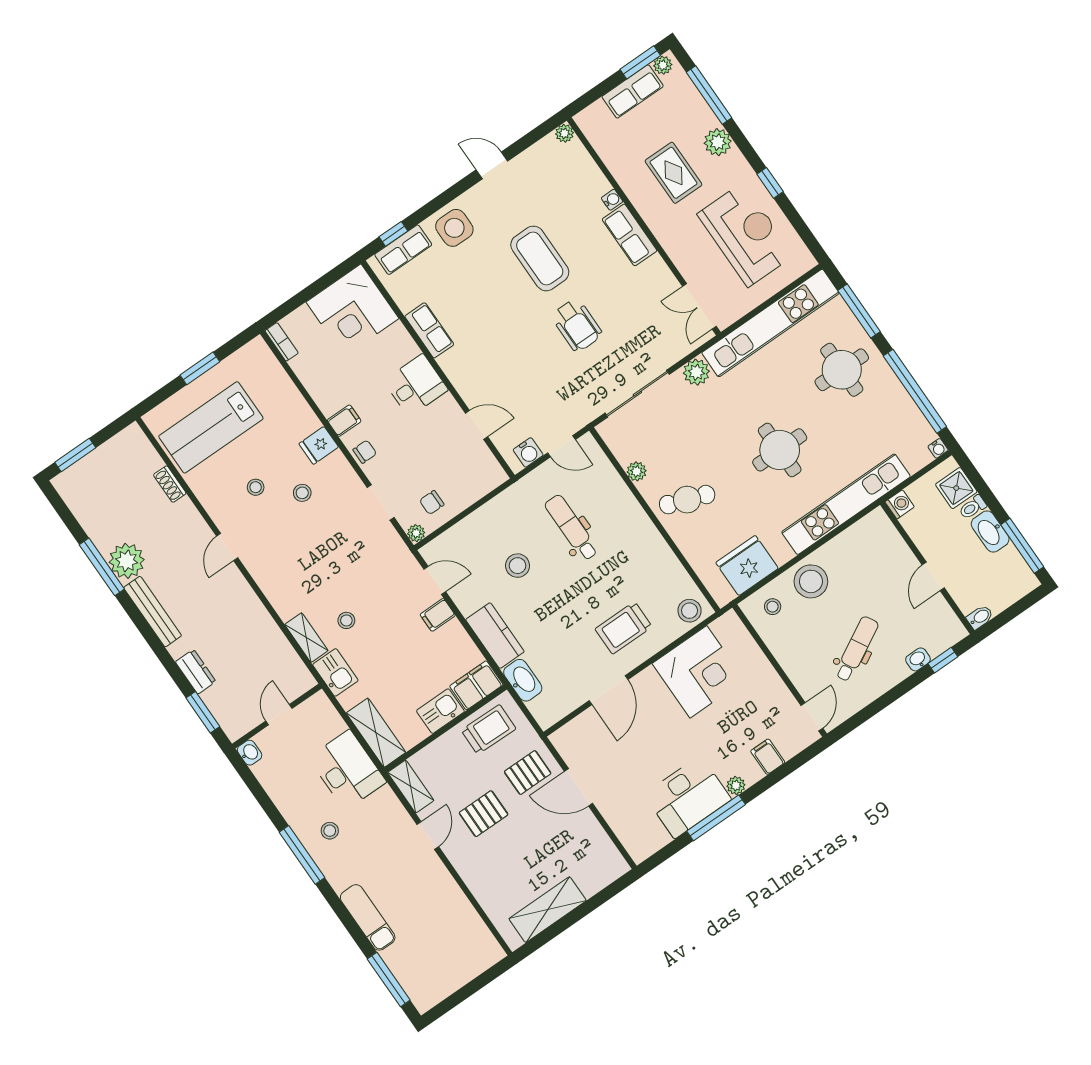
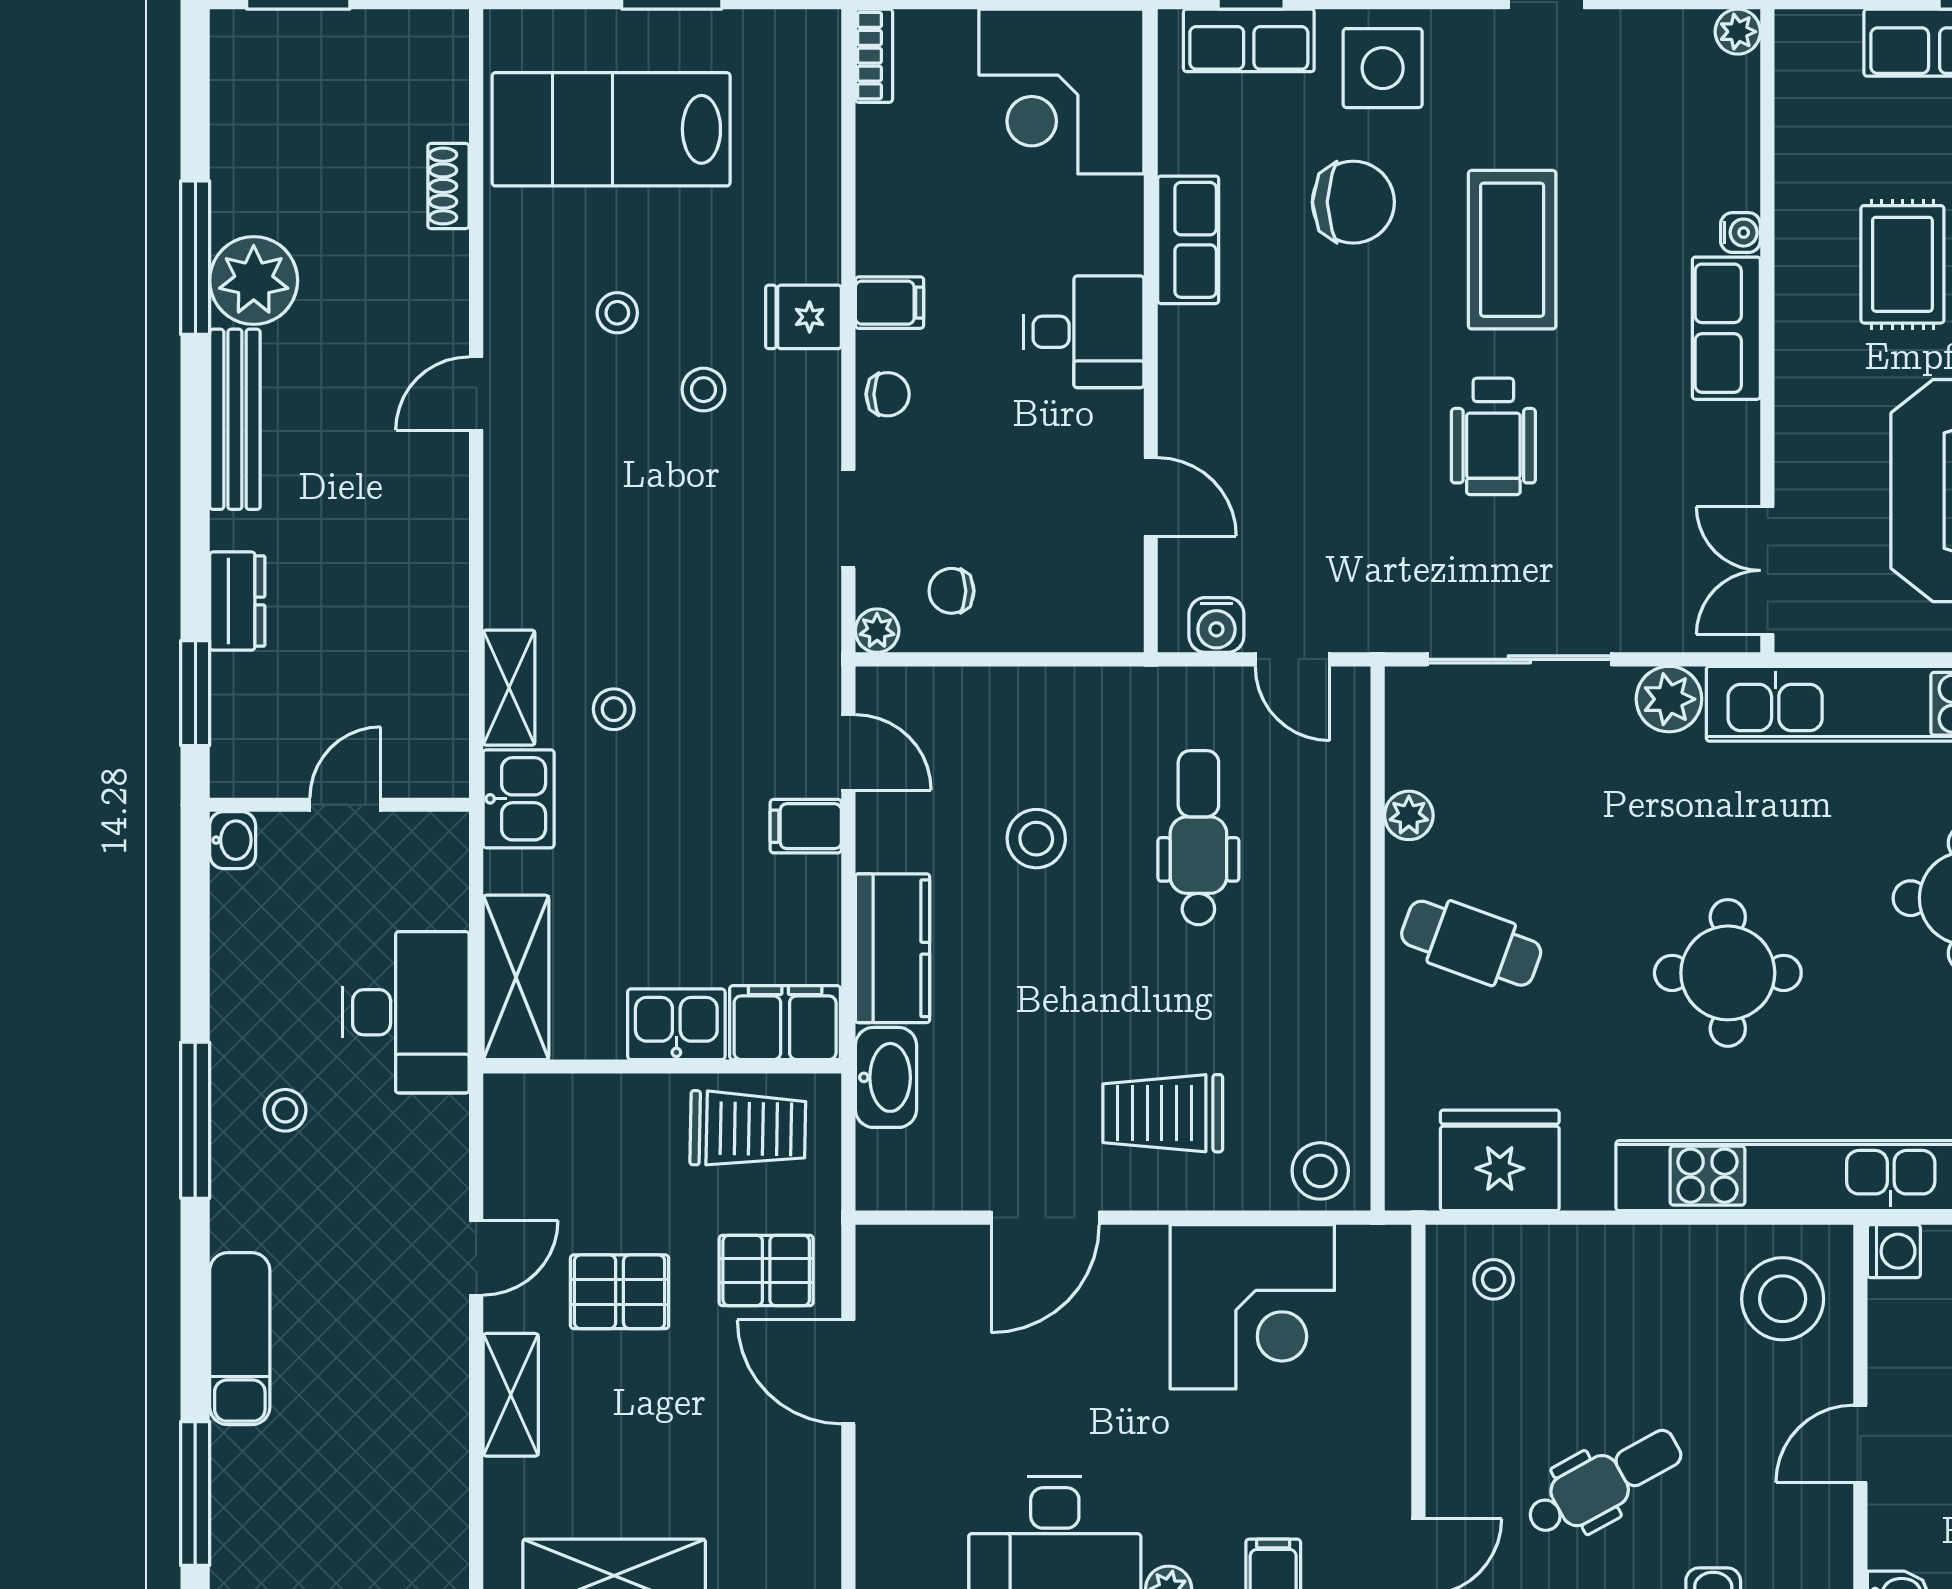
chair: (476, 279) -> (1353, 202), added
stool: (811, 581) -> (1783, 1299), moved
shelving: (411, 786) -> (511, 1395), moved

